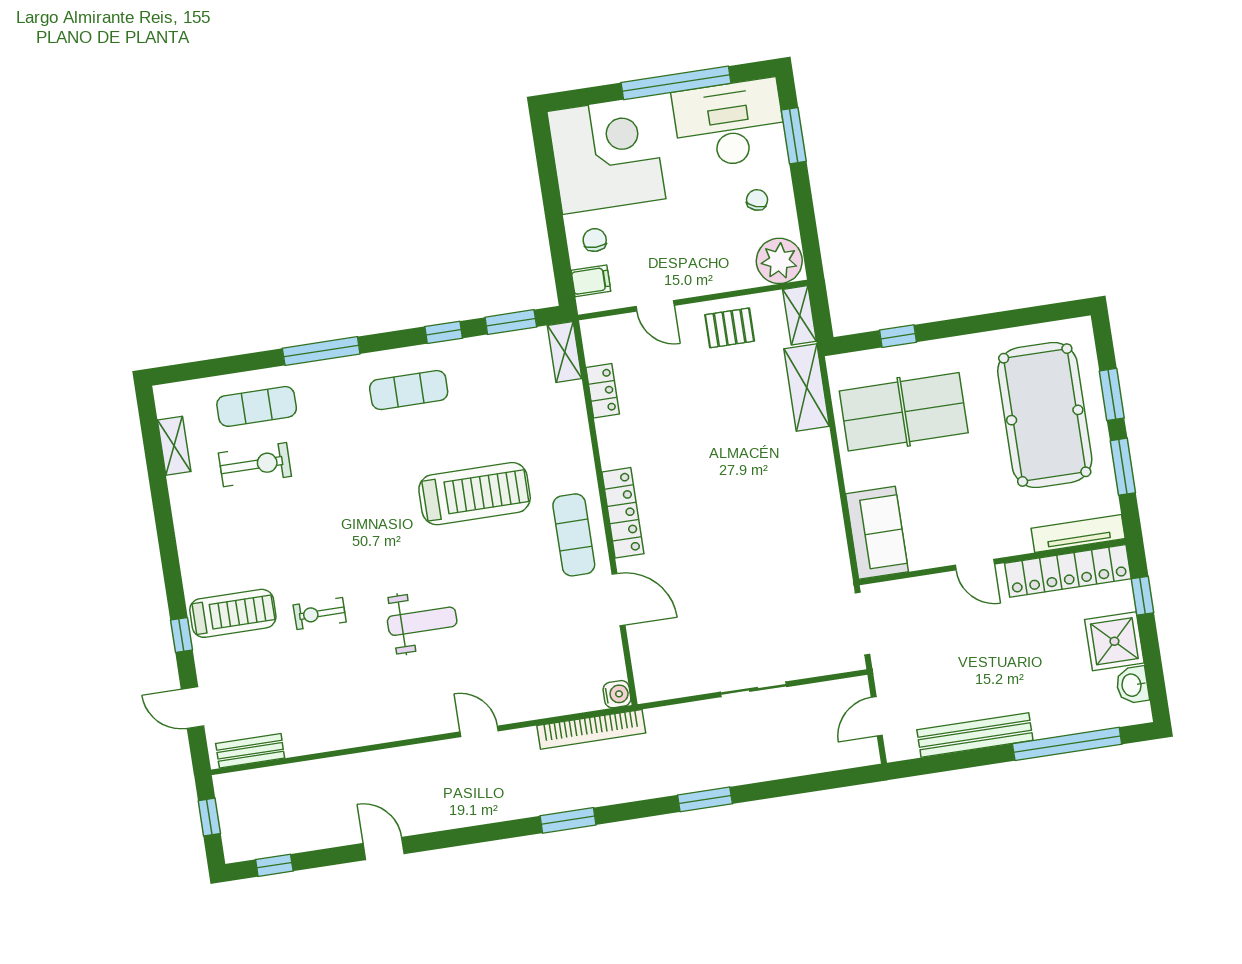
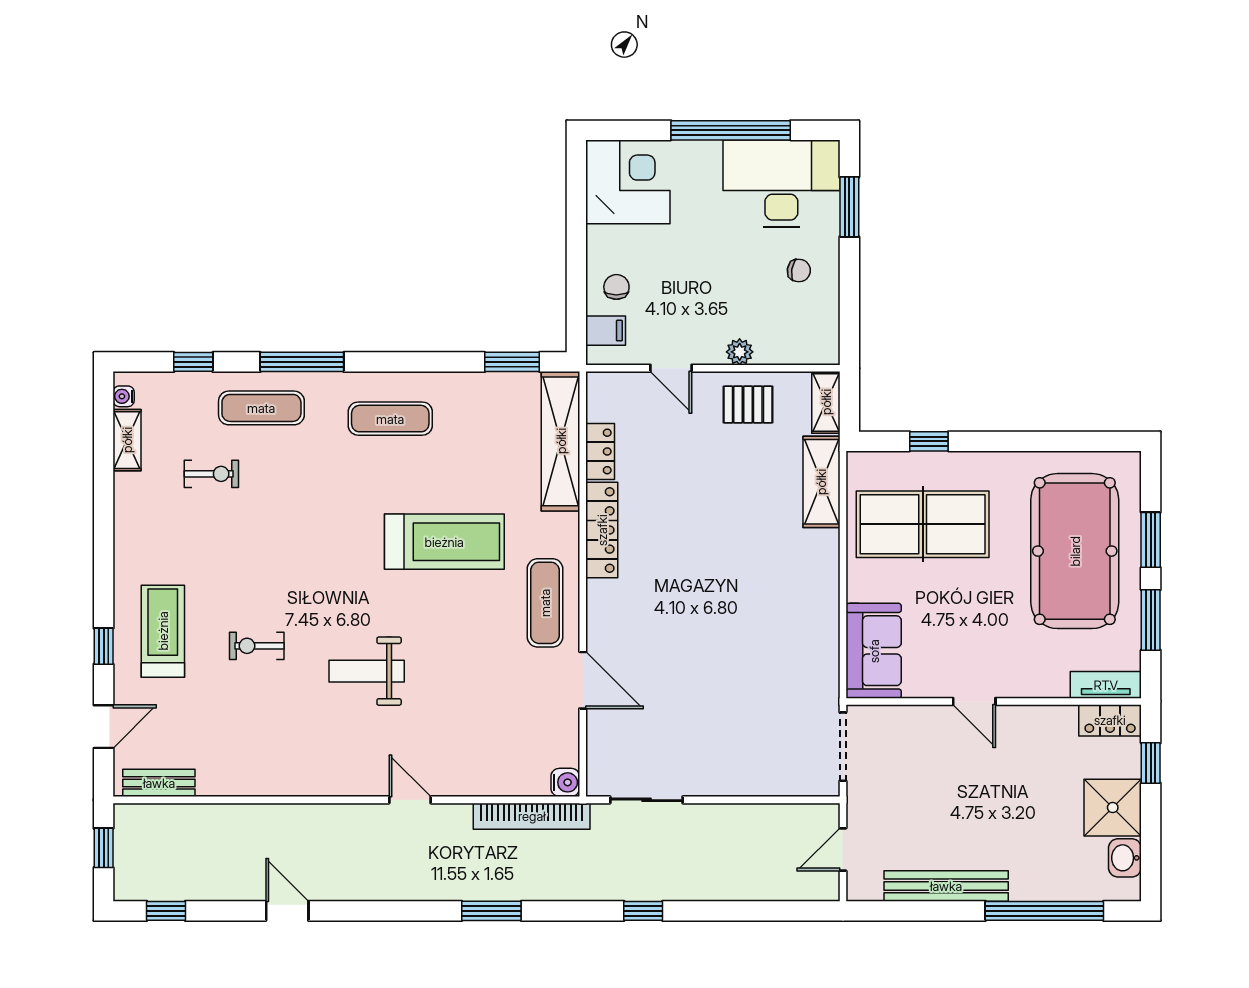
corner desk: (606, 155) -> (628, 182), width x0.74, depth x0.74
chair: (757, 200) -> (799, 270), turned 79
plant: (779, 261) -> (740, 352), moved, width x0.53, depth x0.53
window: (444, 332) -> (193, 362), moved
shelving: (565, 352) -> (561, 441), width x2.20, depth x1.33
exercise mat: (257, 406) -> (261, 408), moved
water cooler: (165, 407) -> (124, 396), added
exercise bike: (255, 465) -> (211, 474), width x0.73, depth x0.72
locker: (623, 513) -> (602, 530), moved
tv unit: (1078, 533) -> (1106, 685), width x0.71
locker: (1068, 571) -> (1110, 720), width x0.46, depth x0.83
treadmill: (233, 613) -> (163, 631), turned -90
weight bench: (422, 621) -> (367, 671), turned 180
sliding door: (754, 689) -> (646, 800), moved
door: (193, 708) -> (104, 727), swing flipped
window: (705, 799) -> (643, 911), width x0.67

